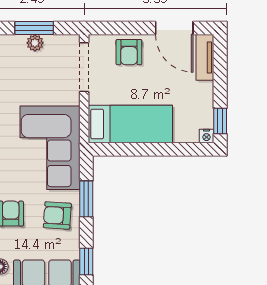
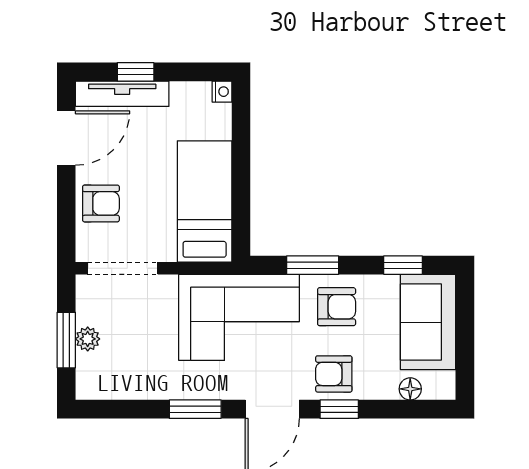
tv unit: (205, 57) -> (122, 94), width x1.41
window: (220, 121) -> (136, 72), moved
armchair: (57, 215) -> (337, 307), turned -94

